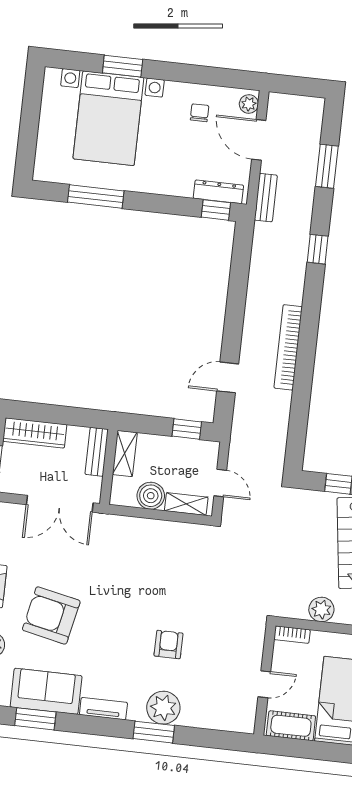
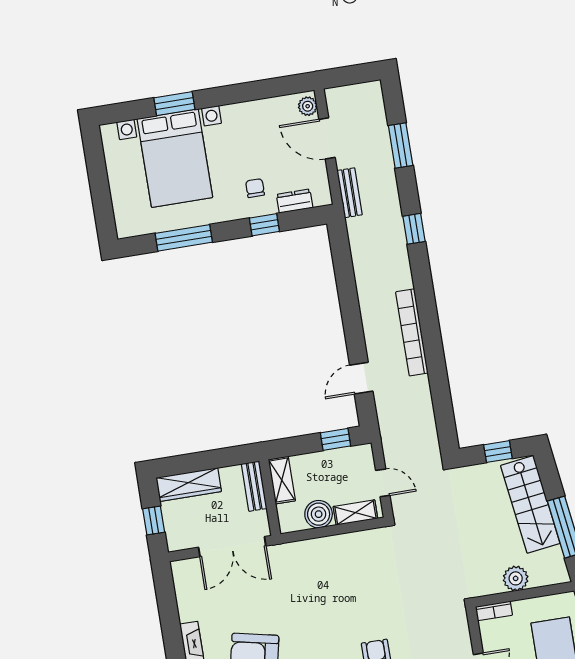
chair: (200, 113) -> (255, 188), moved
dresser: (218, 192) -> (295, 201), width x0.70
window: (216, 210) -> (264, 225), moved

